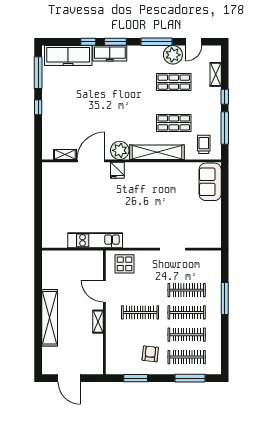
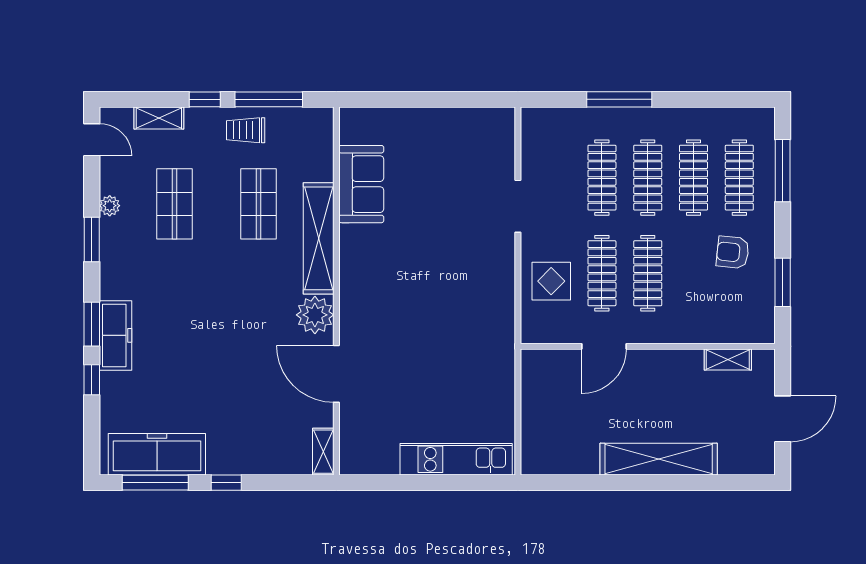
window: (157, 42) -> (92, 239), width x0.69
door: (194, 42) -> (92, 140), moved
plant: (173, 55) -> (110, 206), width x0.53, depth x0.53
freezer: (68, 56) -> (157, 454), moved, turned -90
trolley: (204, 144) -> (246, 130), moved
shelving: (65, 154) -> (323, 452), moved
fridge: (117, 170) -> (356, 320), removed
sofa: (210, 182) -> (361, 184), moved, turned -90
kitchen unit: (95, 240) -> (456, 459), moved, turned 90
display table: (124, 264) -> (551, 281), moved
clothes rail: (140, 290) -> (602, 273), added
shelving: (98, 322) -> (728, 360), moved

